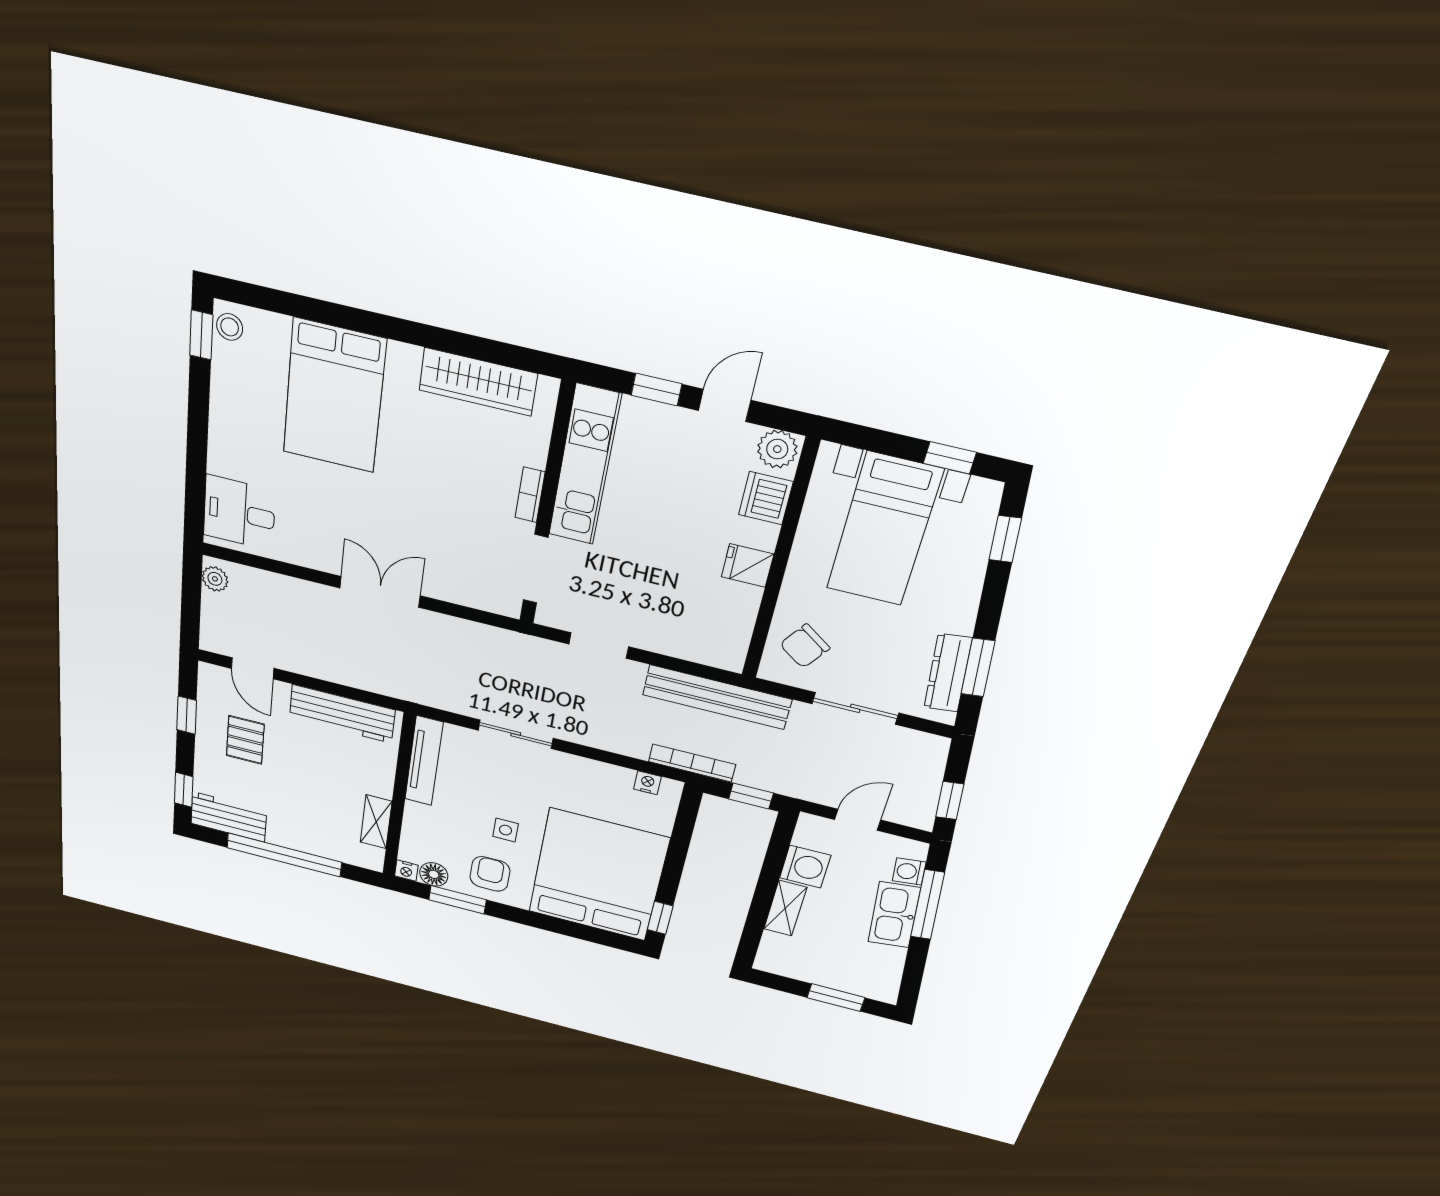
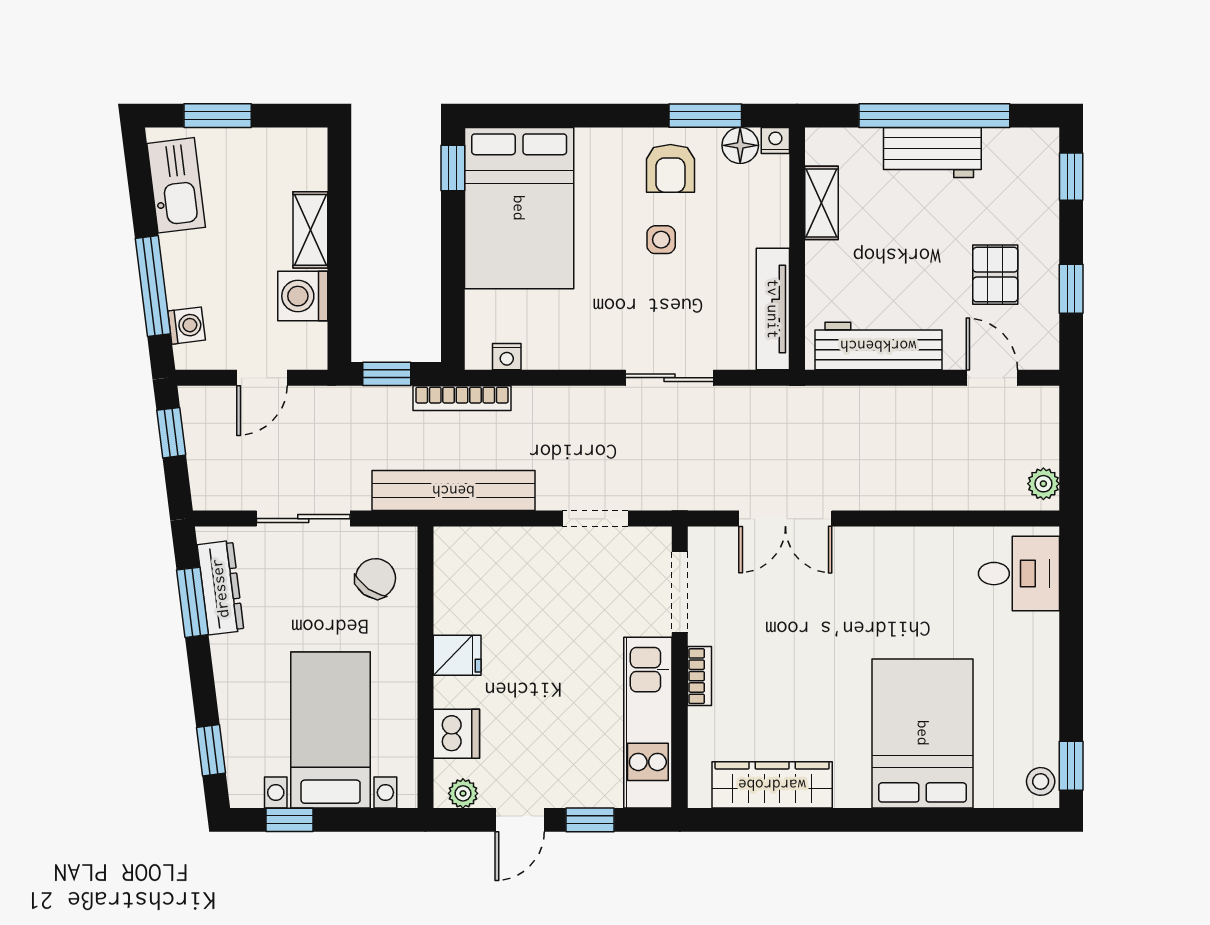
plant: (777, 449) -> (463, 793), width x0.73, depth x0.73
double door: (380, 592) -> (785, 519), moved
workbench: (229, 817) -> (932, 153), moved
bed: (598, 875) -> (519, 208), width x0.73
kitchen sink: (894, 915) -> (176, 185), moved

